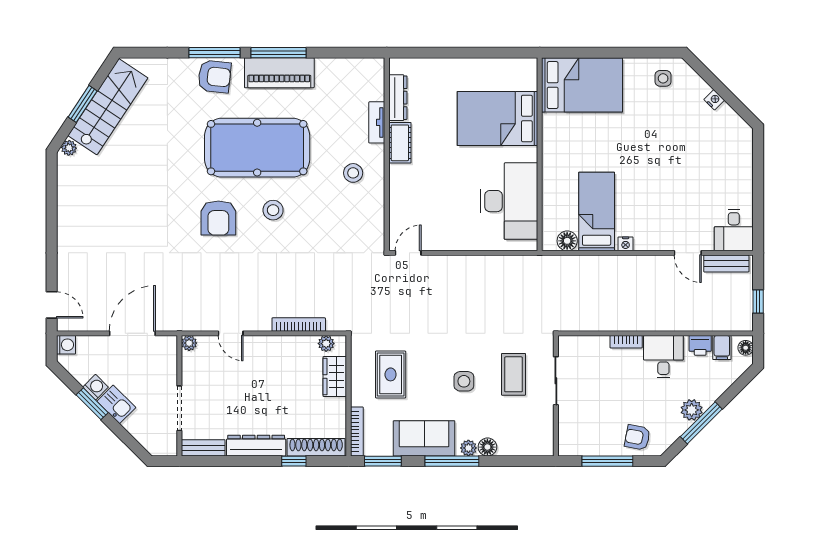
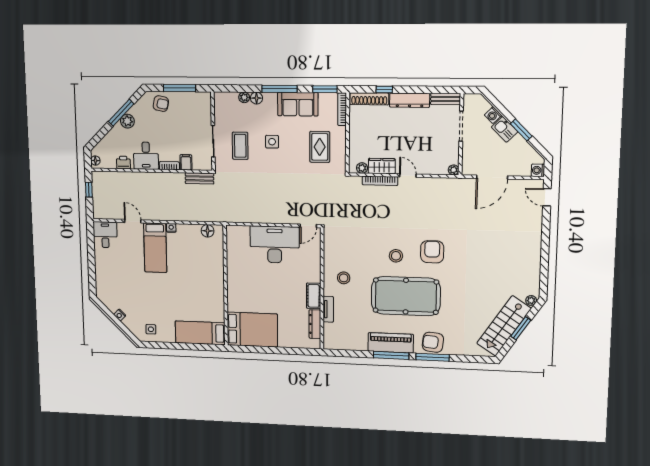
bed: (582, 85) -> (200, 333), width x0.67
bed: (498, 118) -> (252, 330), moved
desk: (509, 201) -> (275, 245), moved, turned 90
bed: (597, 211) -> (155, 248), moved
bench: (726, 263) -> (199, 178), moved
door: (231, 333) -> (408, 176), moved
filing cabinet: (722, 347) -> (186, 162), moved
wardrobe: (335, 377) -> (382, 166), moved, turned -90
washing machine: (96, 387) -> (493, 115), moved
plant: (468, 448) -> (244, 97), moved

